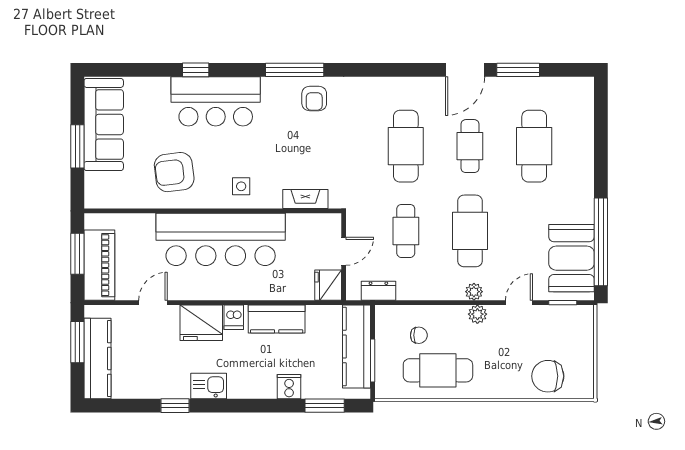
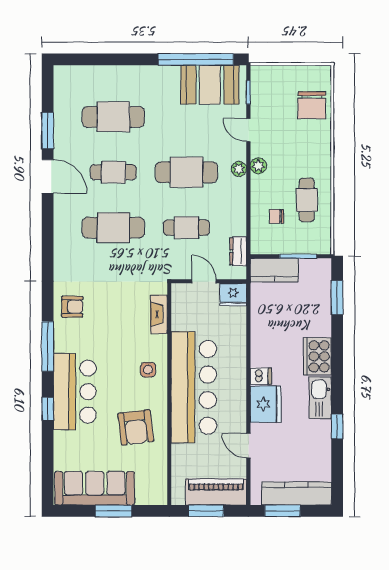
window: (295, 70) -> (48, 346), moved
kitchen counter: (277, 319) -> (262, 339), removed
chair: (419, 335) -> (276, 216), turned -90
kitchen counter: (357, 346) -> (274, 270), width x0.67
cafe table: (438, 370) -> (307, 200), width x0.73, depth x0.74
kitchen sink: (209, 386) -> (320, 398), width x1.38
cooker: (289, 387) -> (317, 356), moved, width x1.87, depth x1.31

